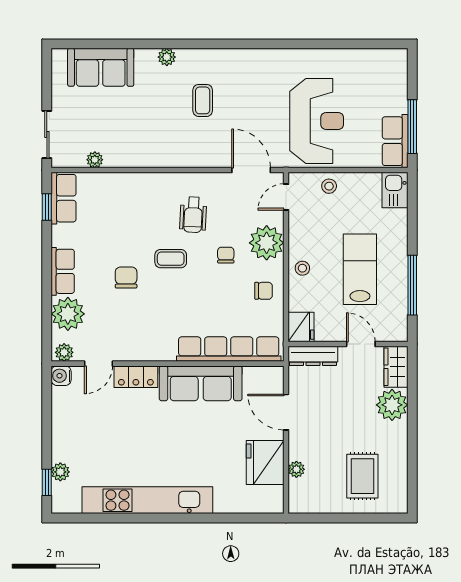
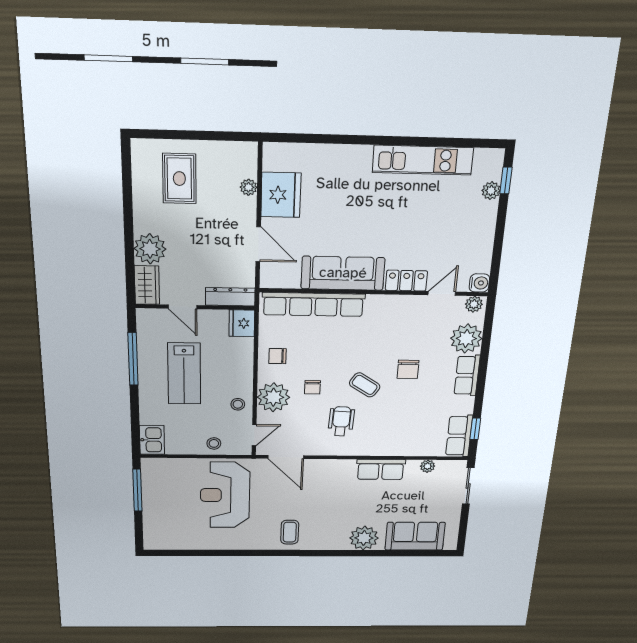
plant: (167, 57) -> (364, 538), width x1.88, depth x1.88
coffee table: (203, 100) -> (290, 532), moved
row of seats: (395, 141) -> (381, 469), moved, turned 90
coffee table: (171, 259) -> (365, 385), turned 33
stool: (302, 268) -> (238, 404), moved
kitchen unit: (147, 500) -> (423, 160), width x0.73

